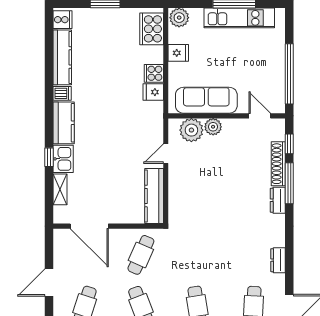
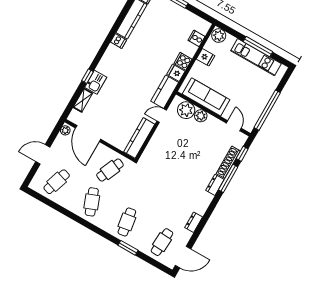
cooker: (152, 29) -> (196, 38), width x0.53, depth x0.76
kitchen counter: (64, 123) -> (165, 92), moved, turned 180
plant: (60, 238) -> (65, 130), added

